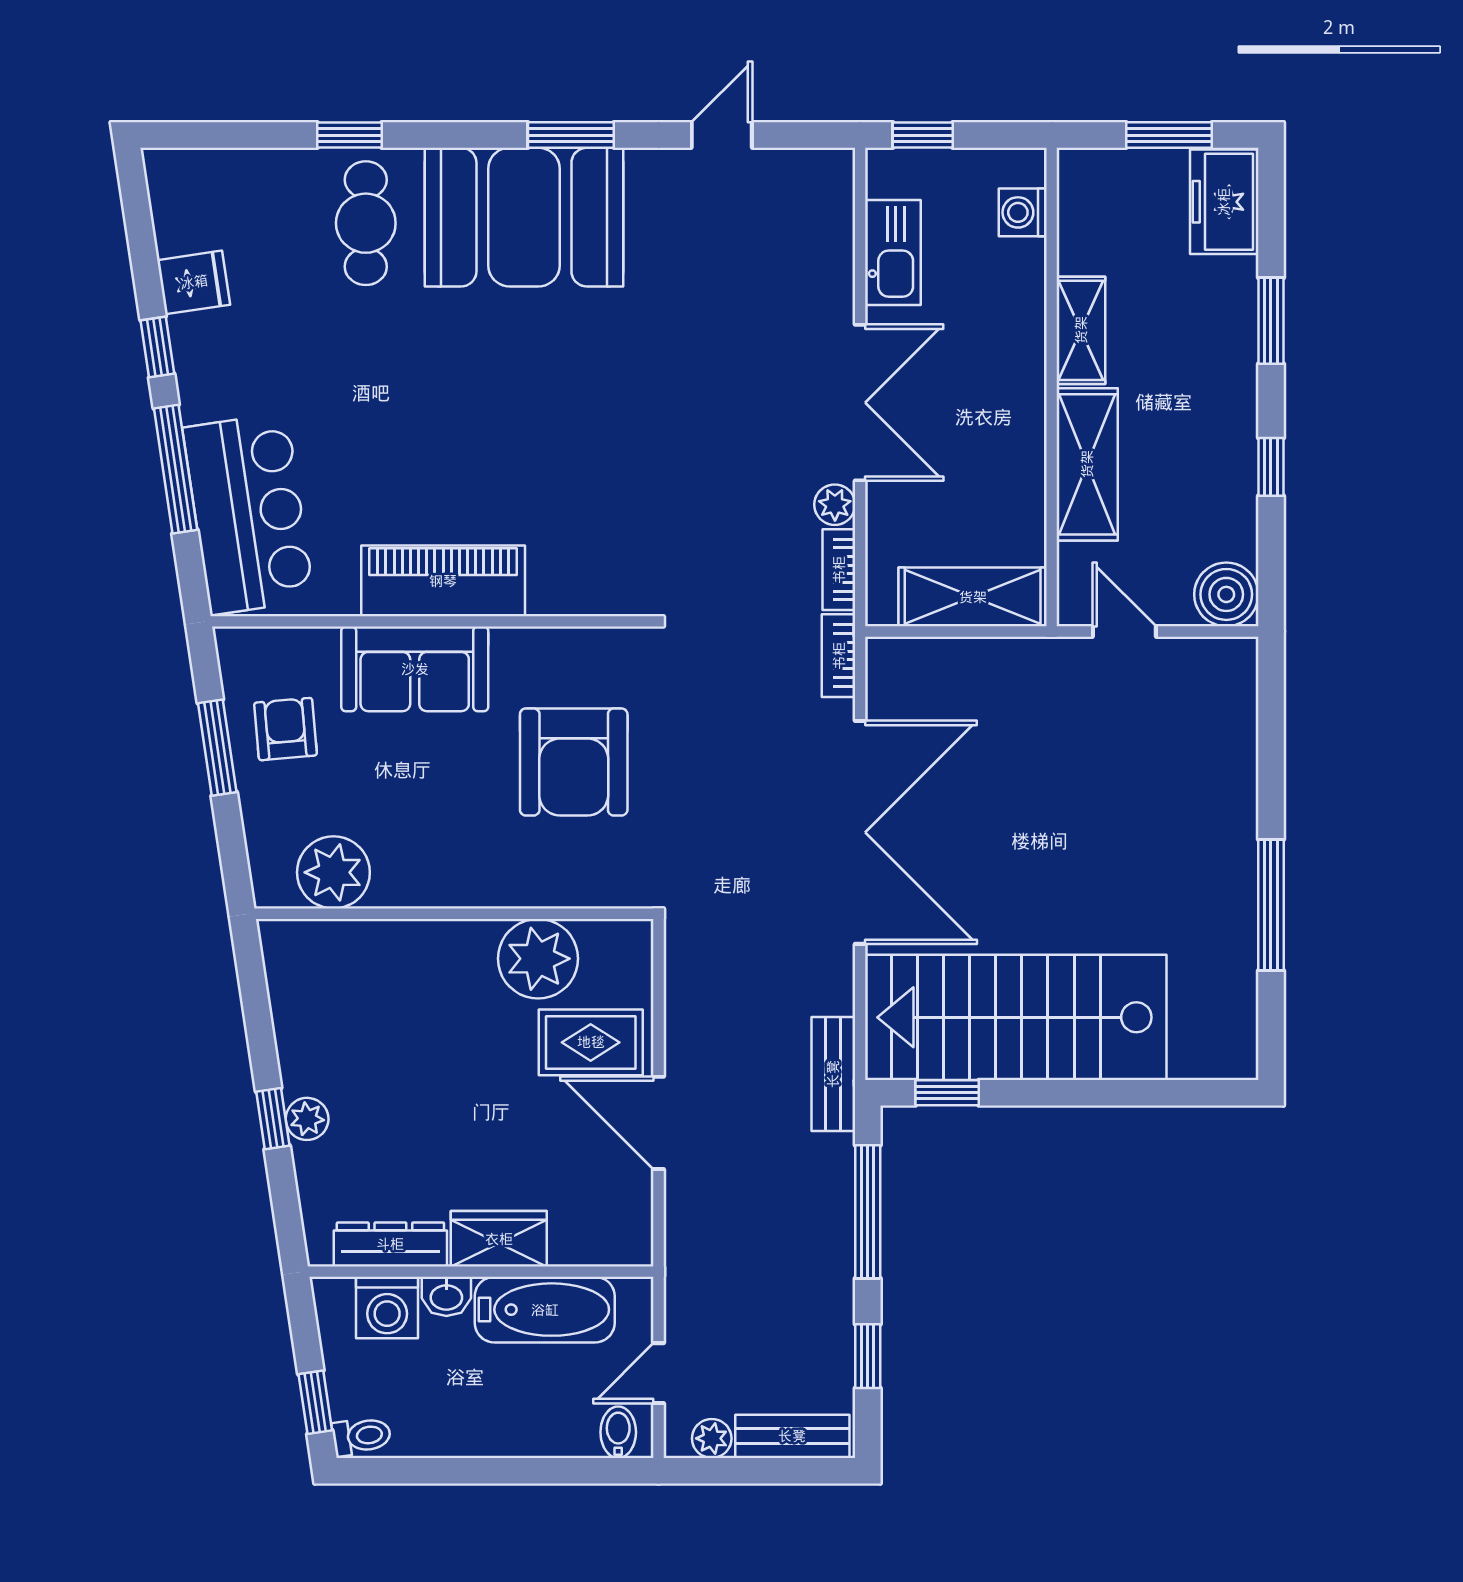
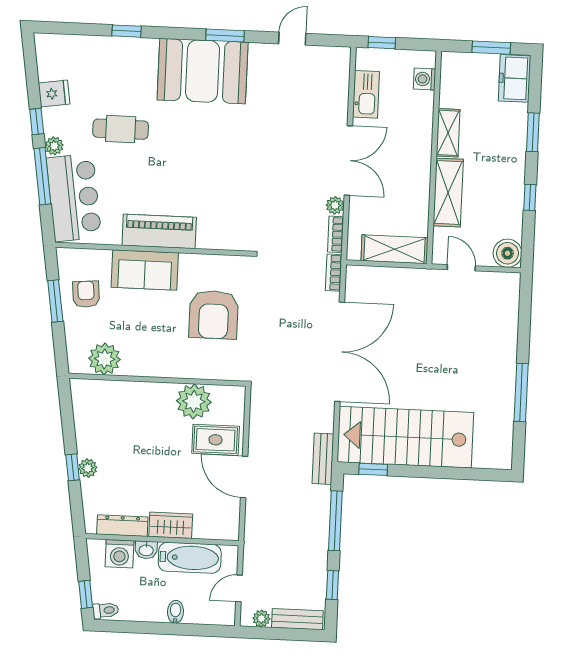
cafe table: (366, 223) -> (121, 129), moved, turned 90
plant: (199, 400) -> (54, 146), added
bidet: (618, 1432) -> (175, 612), moved

